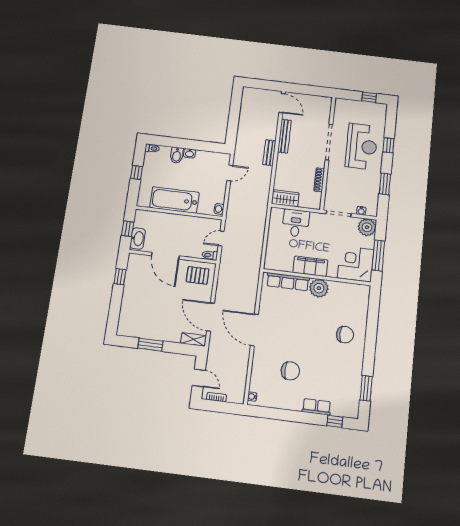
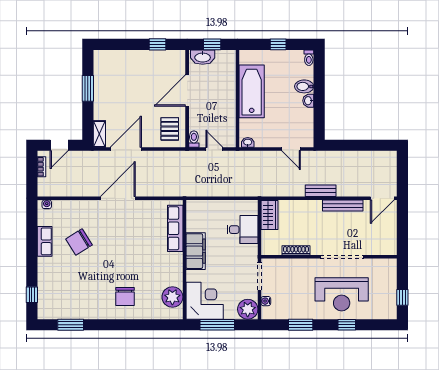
plant: (319, 288) -> (172, 297), moved
chair: (290, 371) -> (79, 242), turned 58
row of seats: (317, 407) -> (45, 241), moved

